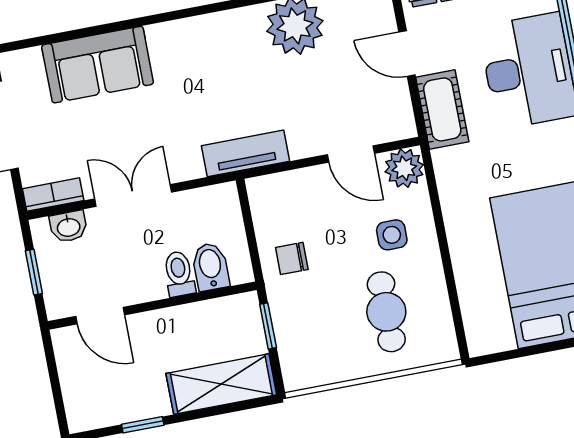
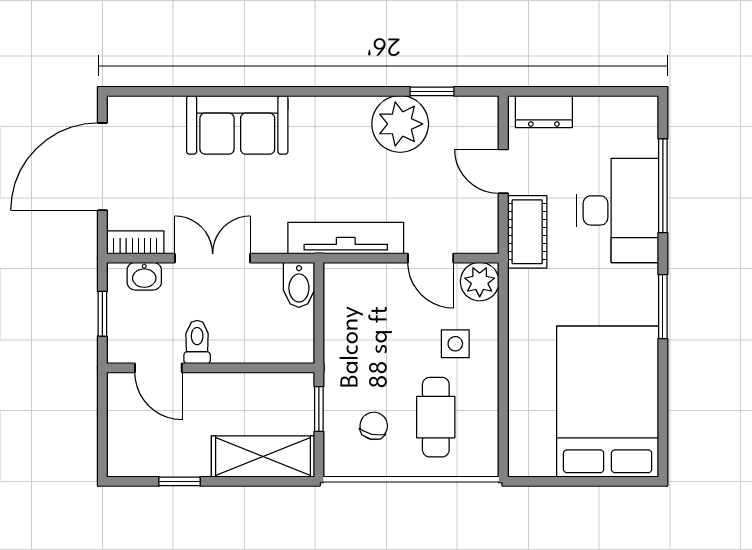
sofa: (98, 65) -> (237, 125), moved
tv unit: (246, 153) -> (346, 238), width x1.41
chair: (292, 258) -> (374, 426), moved, turned 103
bidet: (211, 267) -> (299, 285), moved, turned 180
toilet: (179, 274) -> (197, 342), moved

